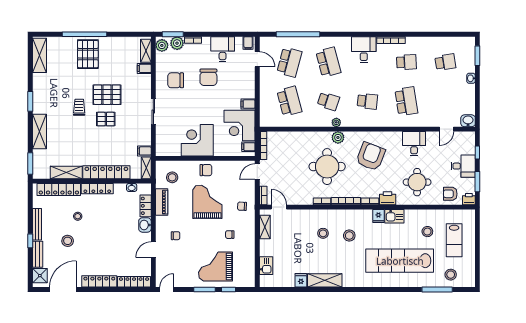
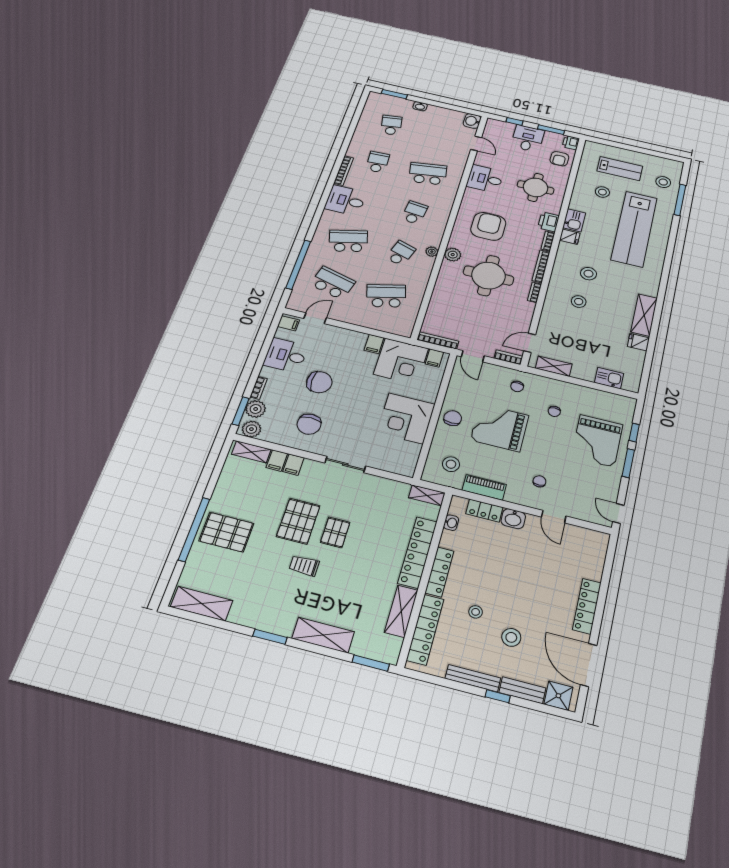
filing cabinet: (144, 151) -> (293, 465), moved
armchair: (371, 156) -> (488, 226), turned 69
locker: (134, 282) -> (597, 556), removed

